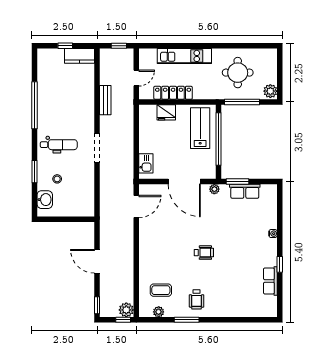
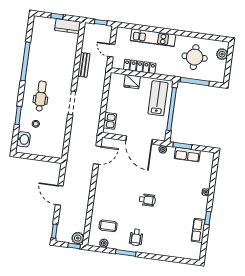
door: (136, 78) -> (111, 50), swing flipped
plant: (270, 91) -> (222, 54), moved
dental chair: (59, 145) -> (41, 96), turned -90

